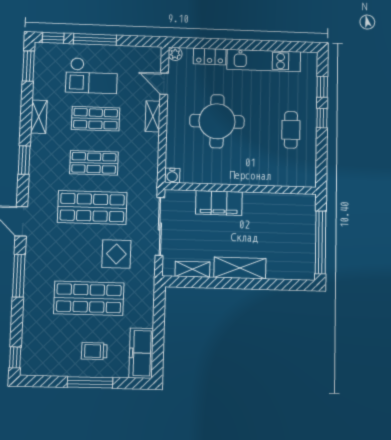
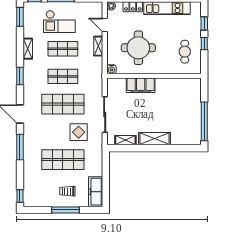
water cooler: (172, 176) -> (111, 69), moved
wall: (241, 188) -> (154, 76), moved
filing cabinet: (219, 203) -> (141, 85), moved

